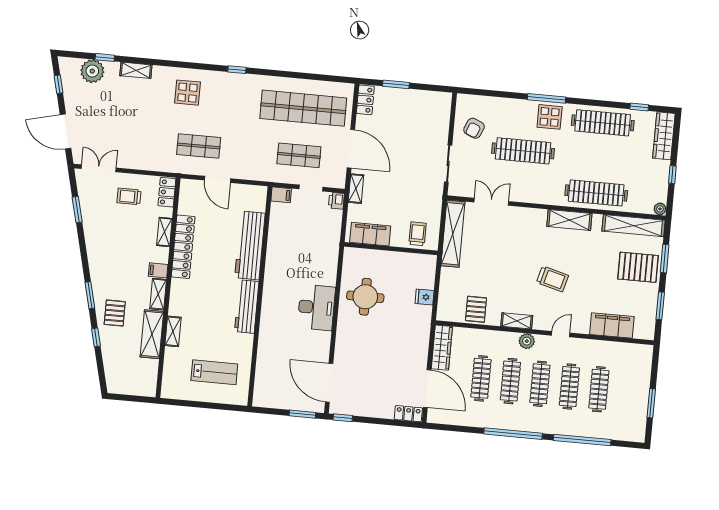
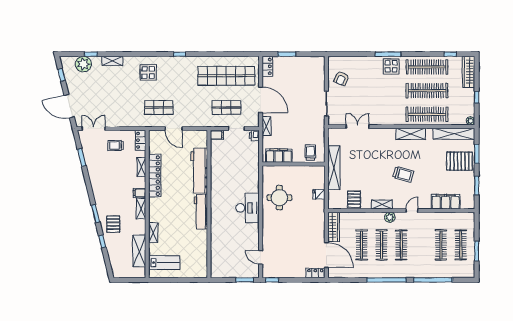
clothes rail: (523, 151) -> (427, 91), moved
shelving: (453, 234) -> (334, 168), moved
shelving: (152, 334) -> (139, 251), moved
lab bench: (214, 372) -> (165, 263), moved
door: (329, 383) -> (261, 257), width x0.53
clothes rail: (569, 387) -> (461, 245), moved

